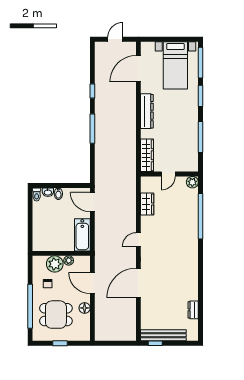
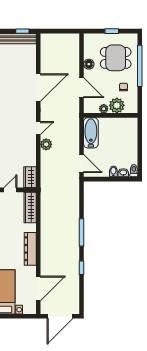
door: (115, 39) -> (60, 316), width x1.87
wardrobe: (147, 204) -> (30, 177), moved
plant: (130, 223) -> (46, 144), added

